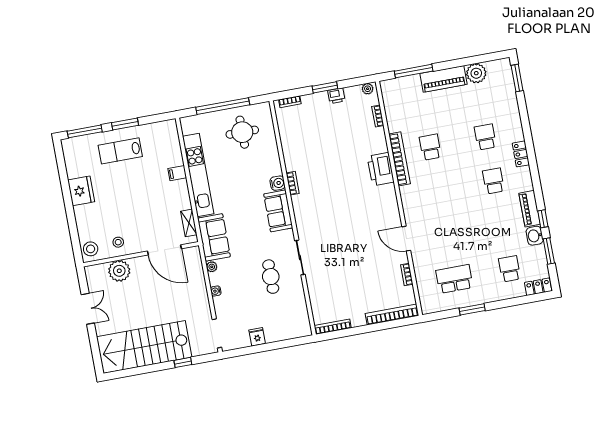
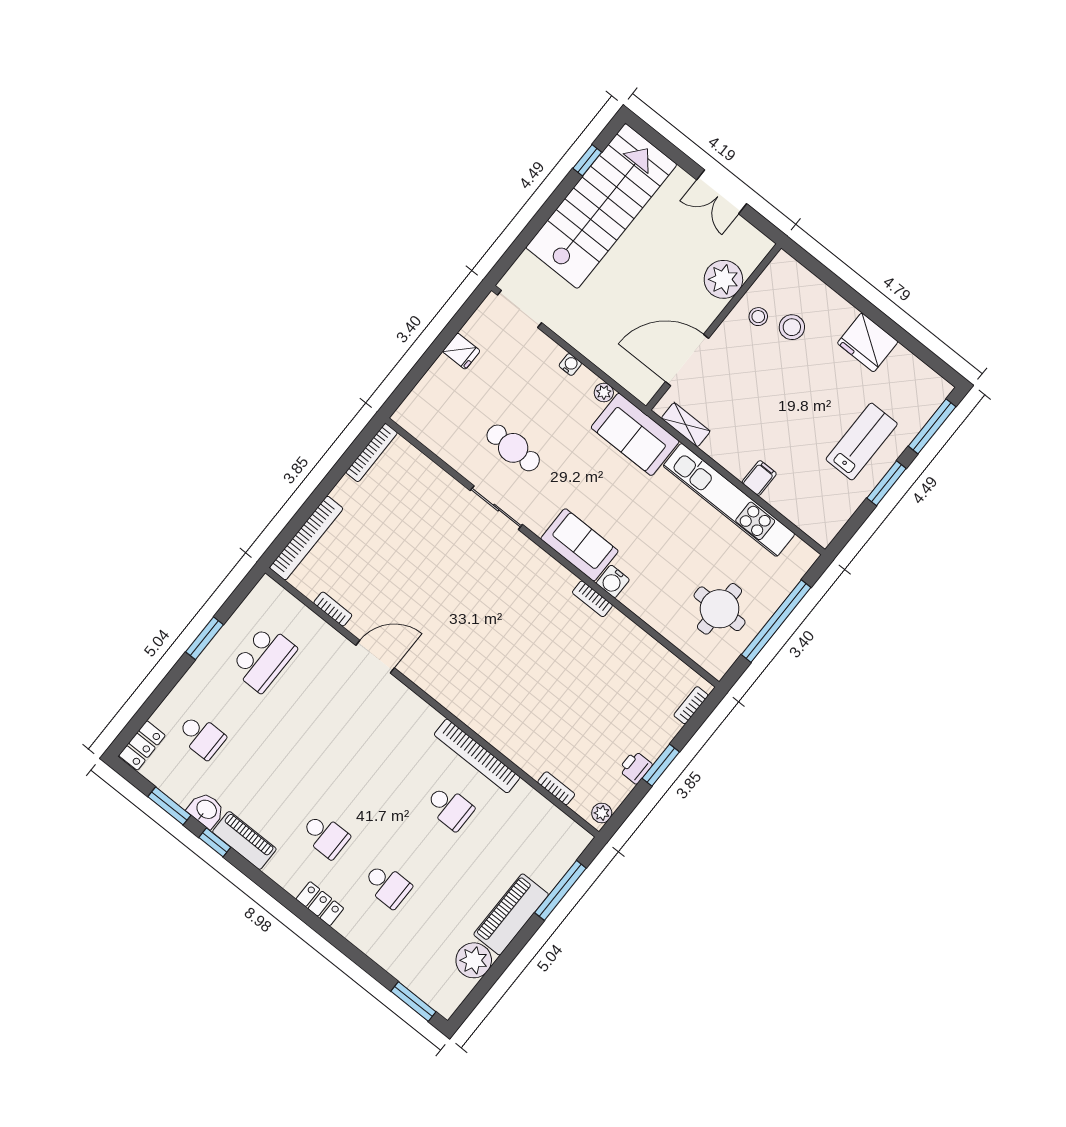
printer: (381, 169) -> (490, 720), removed
stool: (91, 249) -> (792, 327), moved
window: (183, 362) -> (587, 160), moved

